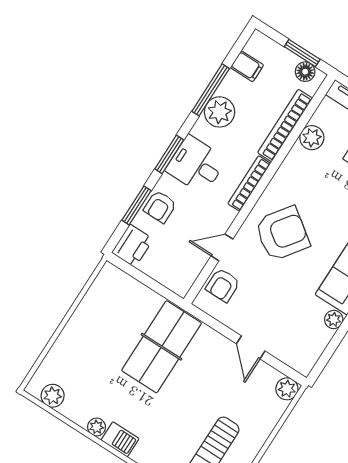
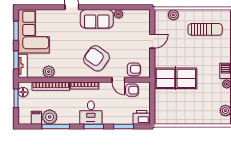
plant: (220, 112) -> (50, 117), moved
armchair: (160, 207) -> (132, 90), moved
plant: (287, 389) -> (173, 15), moved

